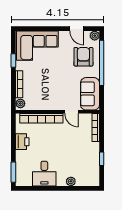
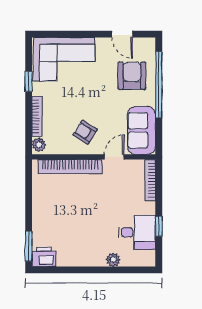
plant: (95, 36) -> (148, 45), removed
armchair: (52, 95) -> (85, 132), added
door: (71, 112) -> (114, 157), swing flipped
printer: (22, 142) -> (44, 257), moved, turned -90
desk: (44, 174) -> (137, 232), moved, turned -90

